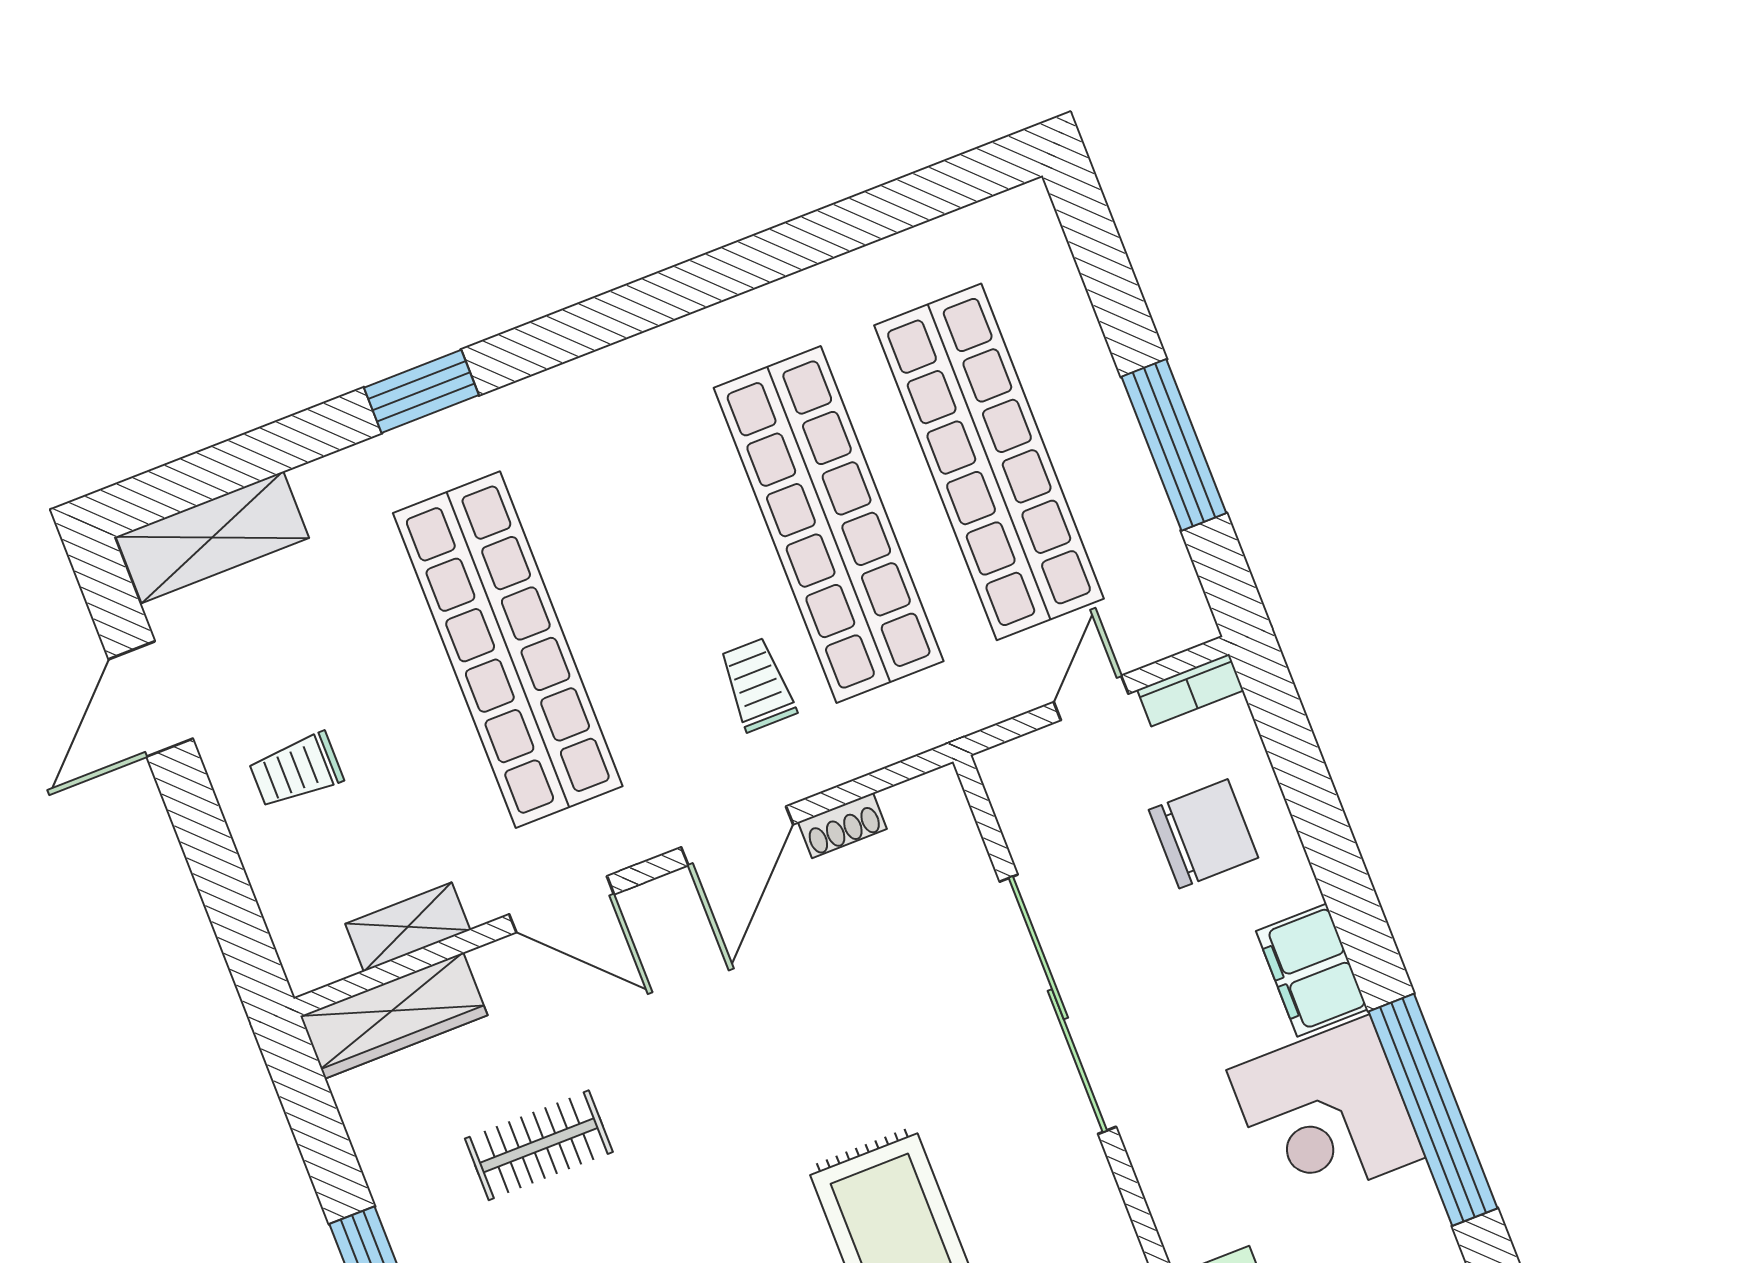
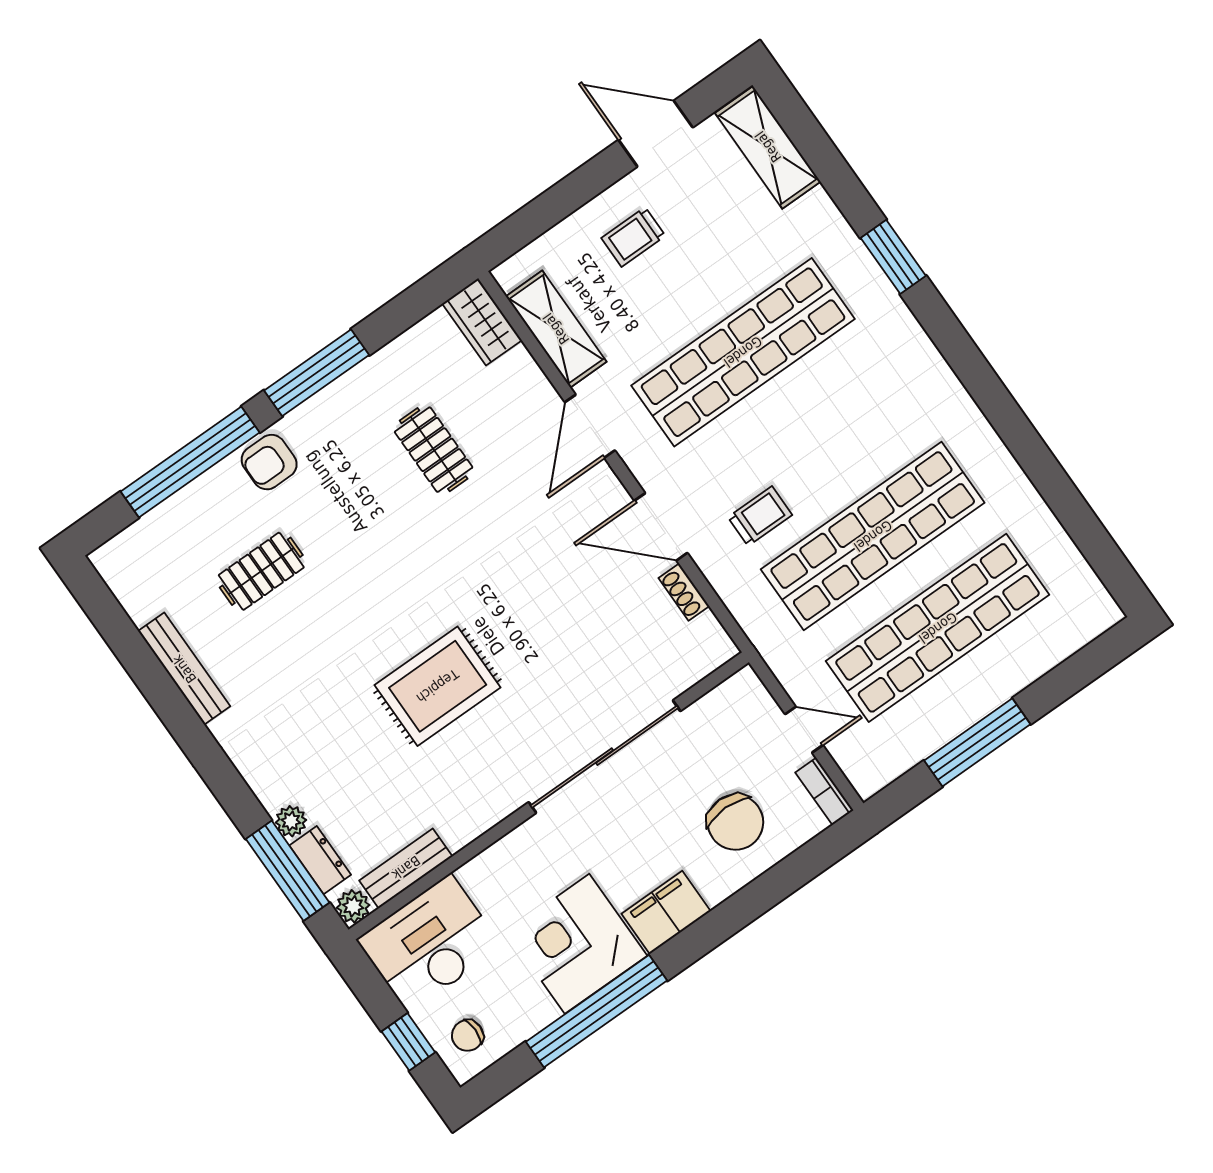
trolley: (296, 770) -> (633, 237), turned -90
shelving: (408, 927) -> (556, 329), width x1.50, depth x1.33
wardrobe: (394, 1016) -> (482, 322), width x0.67

